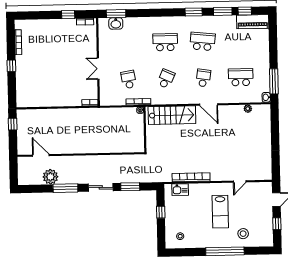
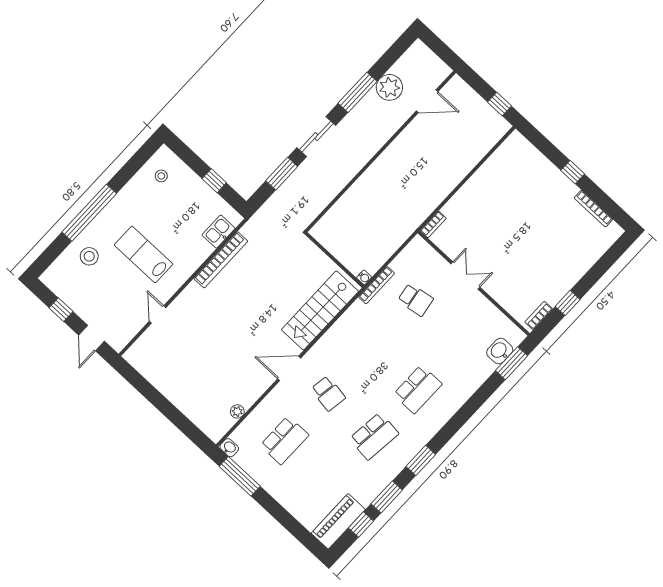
school desk: (166, 79) -> (372, 347), removed

